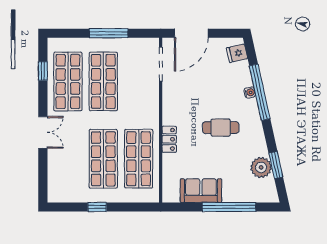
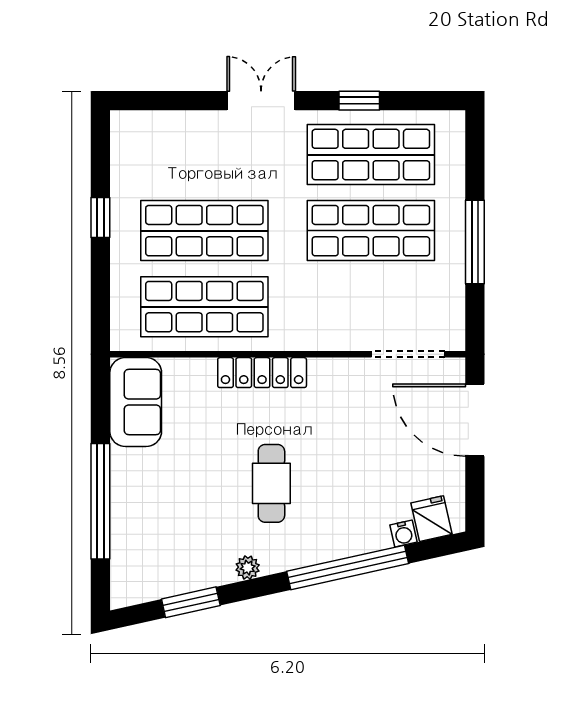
window: (43, 71) -> (359, 101), moved
water cooler: (250, 93) -> (403, 534), moved
double door: (43, 132) -> (261, 101), swing flipped
locker: (169, 139) -> (262, 373), width x1.53
plant: (261, 167) -> (248, 568), moved, width x0.53, depth x0.53
sofa: (201, 191) -> (136, 402), moved

